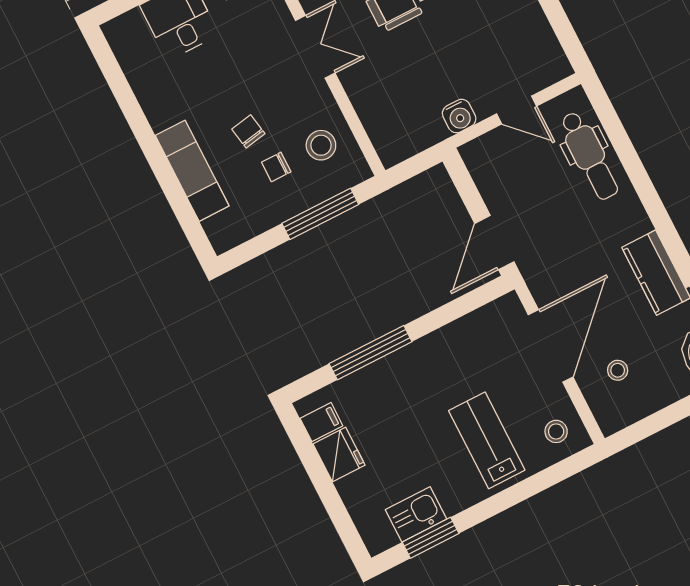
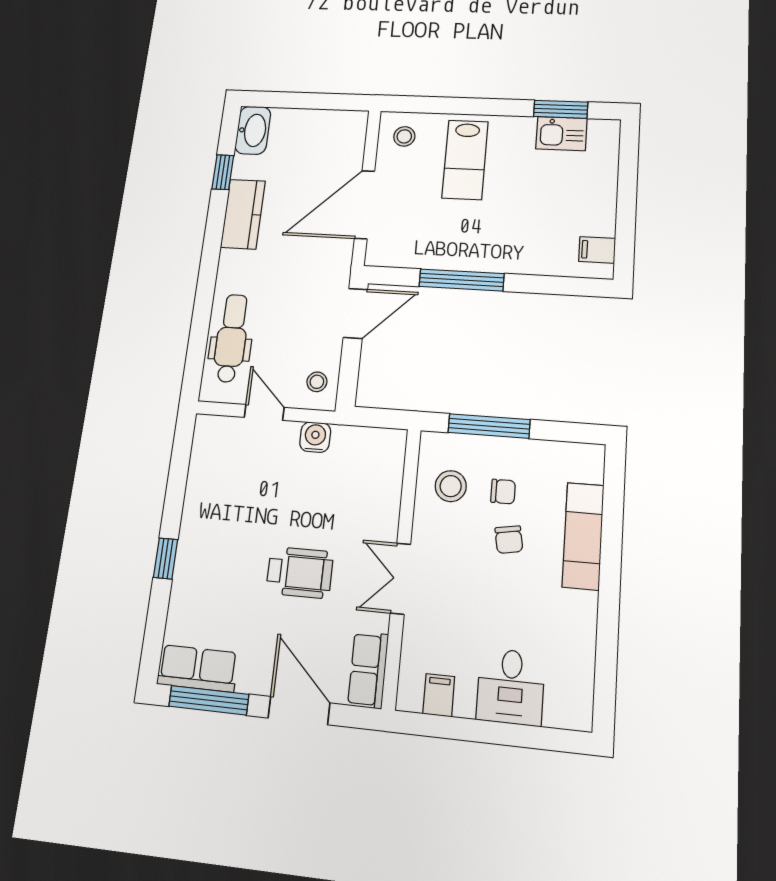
window: (371, 353) -> (461, 280), moved
stool: (618, 370) -> (317, 382), moved
fridge: (339, 455) -> (598, 215), removed

